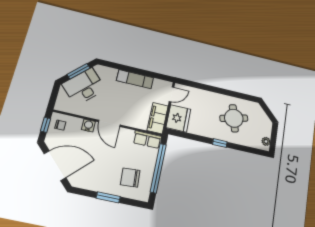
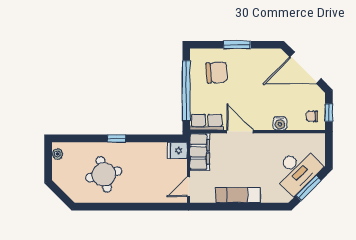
fridge: (178, 118) -> (177, 150), width x0.53, depth x0.75
door: (109, 123) -> (240, 132), moved

